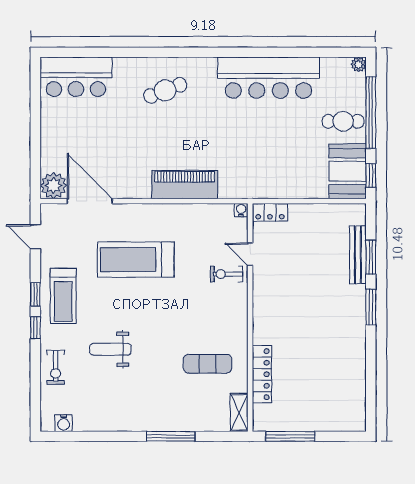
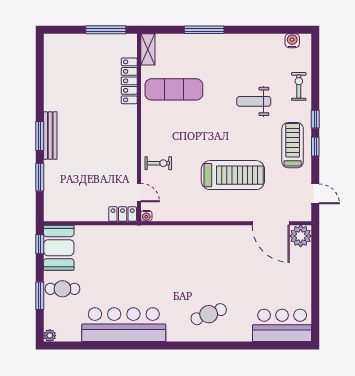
window: (371, 113) -> (40, 296), width x0.47
piano: (185, 185) -> (193, 237), removed
door: (250, 254) -> (139, 193), moved
bench: (358, 255) -> (50, 136), moved
weight bench: (110, 349) -> (254, 101), turned 180
exercise mat: (208, 364) -> (174, 89), width x1.36, depth x1.45

